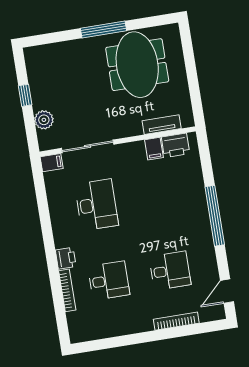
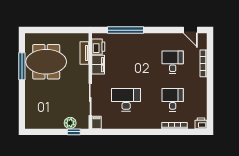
window: (104, 29) -> (22, 66), moved
window: (25, 95) -> (74, 132), moved
filing cabinet: (154, 149) -> (98, 65), width x2.00
window: (215, 216) -> (125, 30), moved
printer: (66, 258) -> (201, 123), moved

